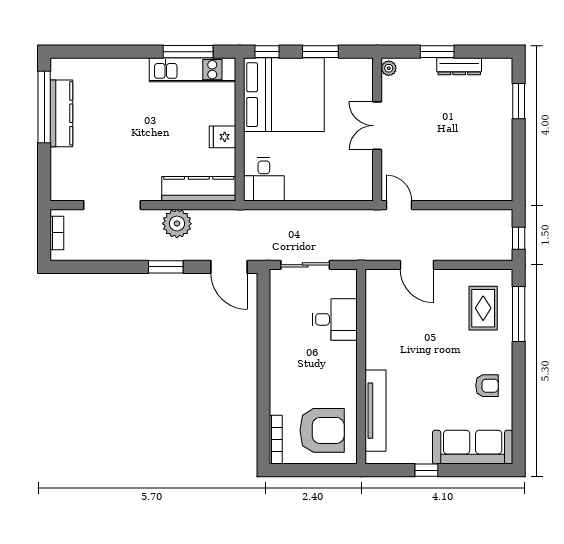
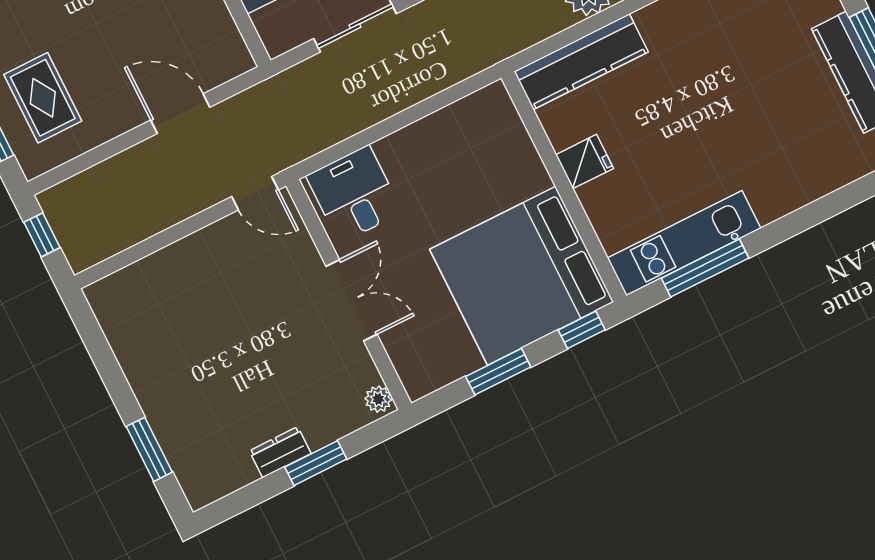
dresser: (459, 66) -> (280, 452), width x0.70
desk: (264, 179) -> (354, 194), moved

